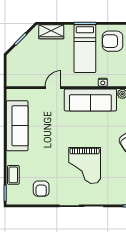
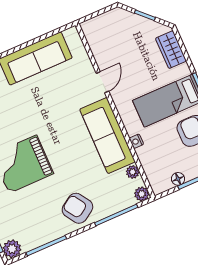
door: (53, 88) -> (102, 82), hinge flipped

